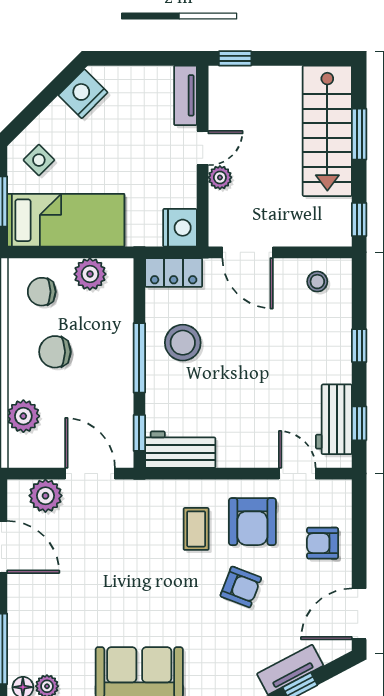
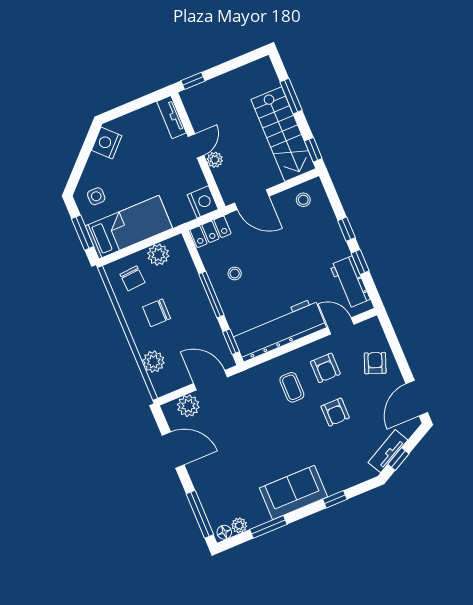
stairs: (327, 131) -> (283, 134), moved
side table: (39, 160) -> (96, 196), turned 45
chair: (42, 292) -> (132, 278), turned -94
stool: (183, 343) -> (235, 274), width x0.53, depth x0.53
window: (359, 423) -> (360, 262), moved
workbench: (180, 450) -> (279, 330), width x1.88, depth x1.32
armchair: (252, 522) -> (325, 368), width x0.72, depth x0.72
armchair: (323, 543) -> (375, 363), turned 111
armchair: (241, 587) -> (335, 412), turned 69

